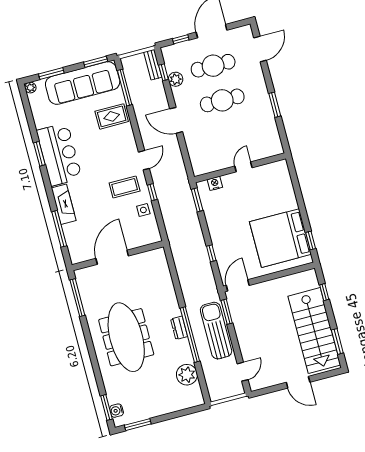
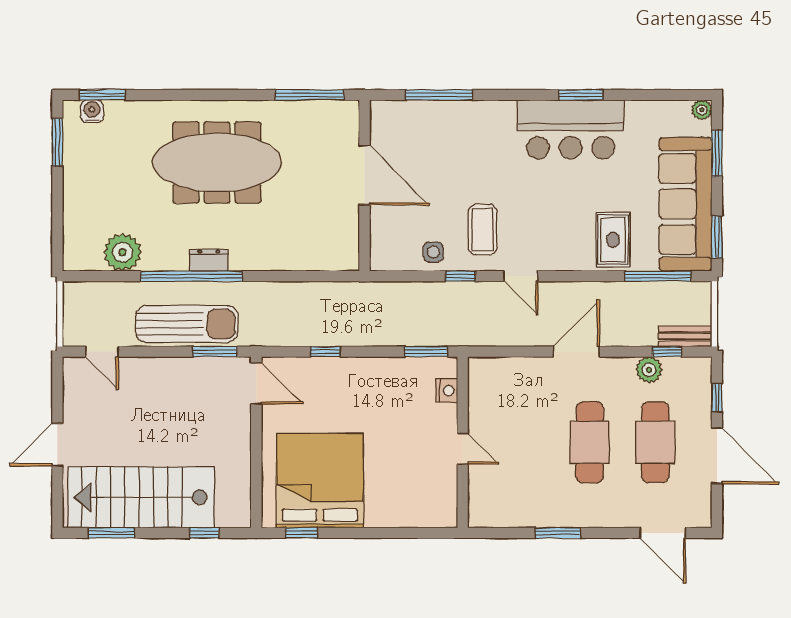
fireplace: (64, 204) -> (481, 114), removed

